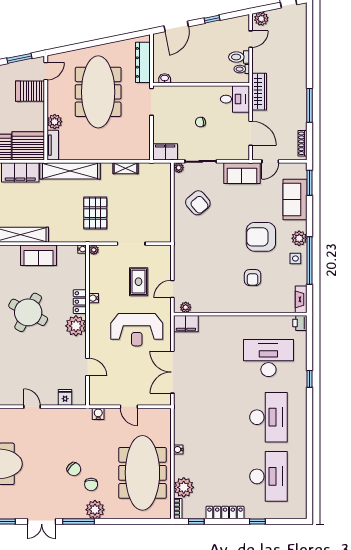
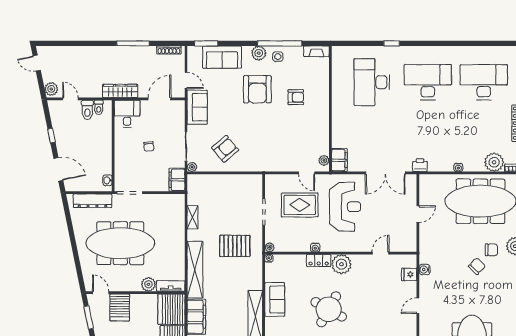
rug: (139, 282) -> (300, 205), width x1.36, depth x1.43
printer: (300, 323) -> (420, 165), moved, turned 180
water cooler: (98, 414) -> (425, 270), moved

